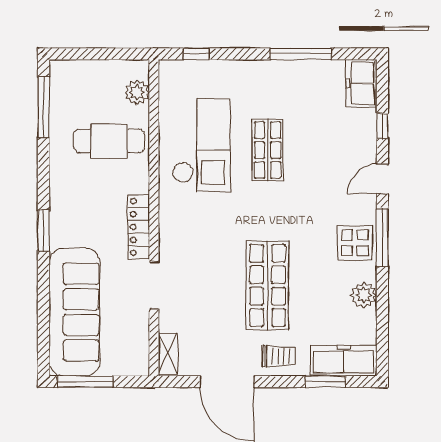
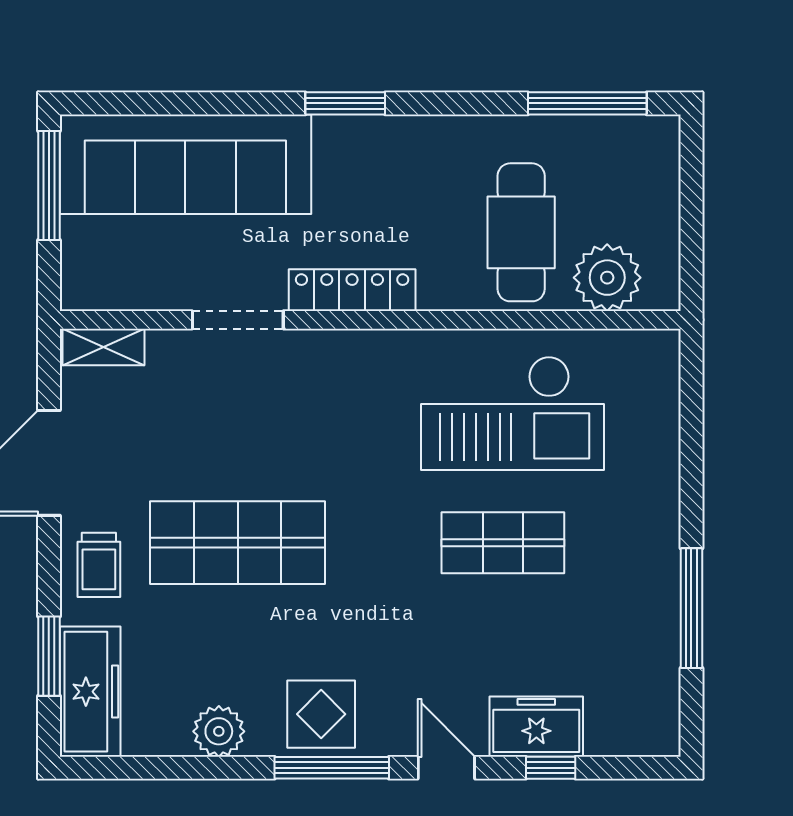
window: (196, 54) -> (691, 403), removed
freezer: (361, 83) -> (536, 727), moved
plant: (137, 92) -> (607, 278), width x1.36, depth x1.36

